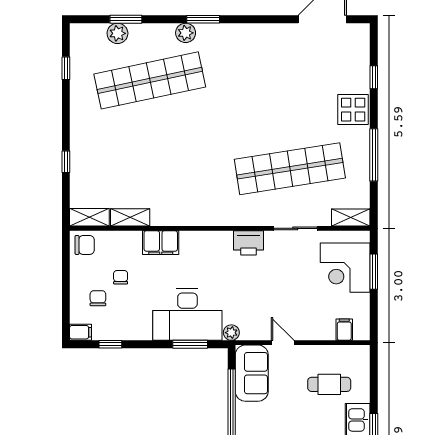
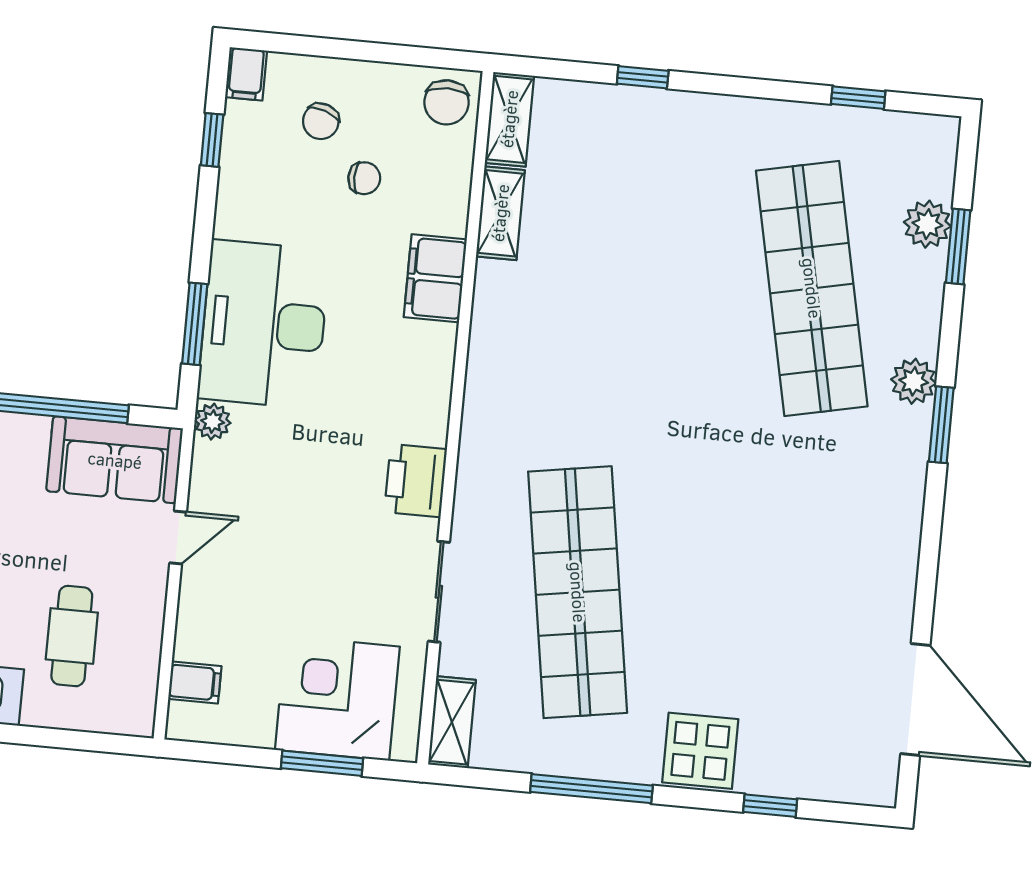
chair: (98, 298) -> (321, 121), turned 109

